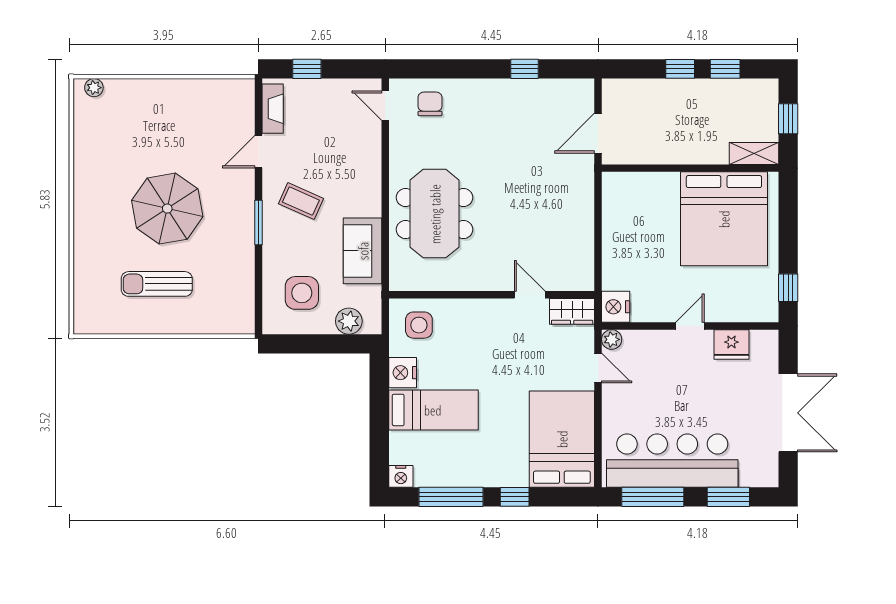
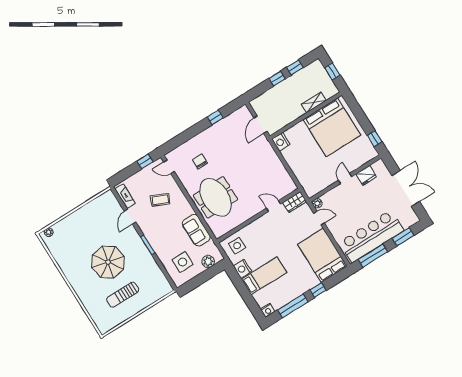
window: (307, 69) -> (145, 161), moved
chair: (430, 104) -> (200, 161), moved
shelving: (754, 153) -> (314, 102), moved
coffee table: (301, 201) -> (160, 200), moved
nightstand: (616, 307) -> (281, 142), moved

